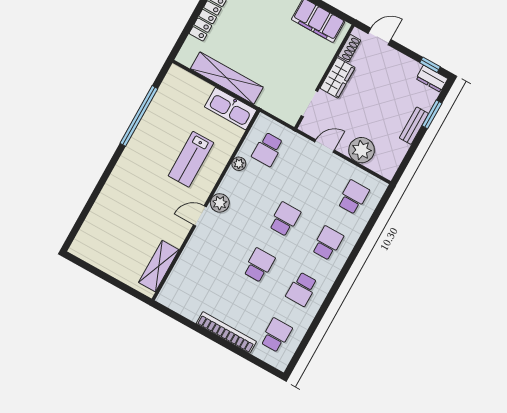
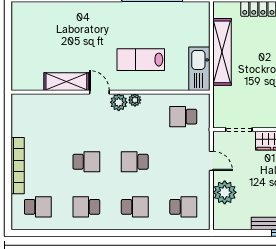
plant: (239, 164) -> (135, 100), moved
school desk: (285, 219) -> (135, 162), turned 180
shelving: (159, 266) -> (66, 82), moved

